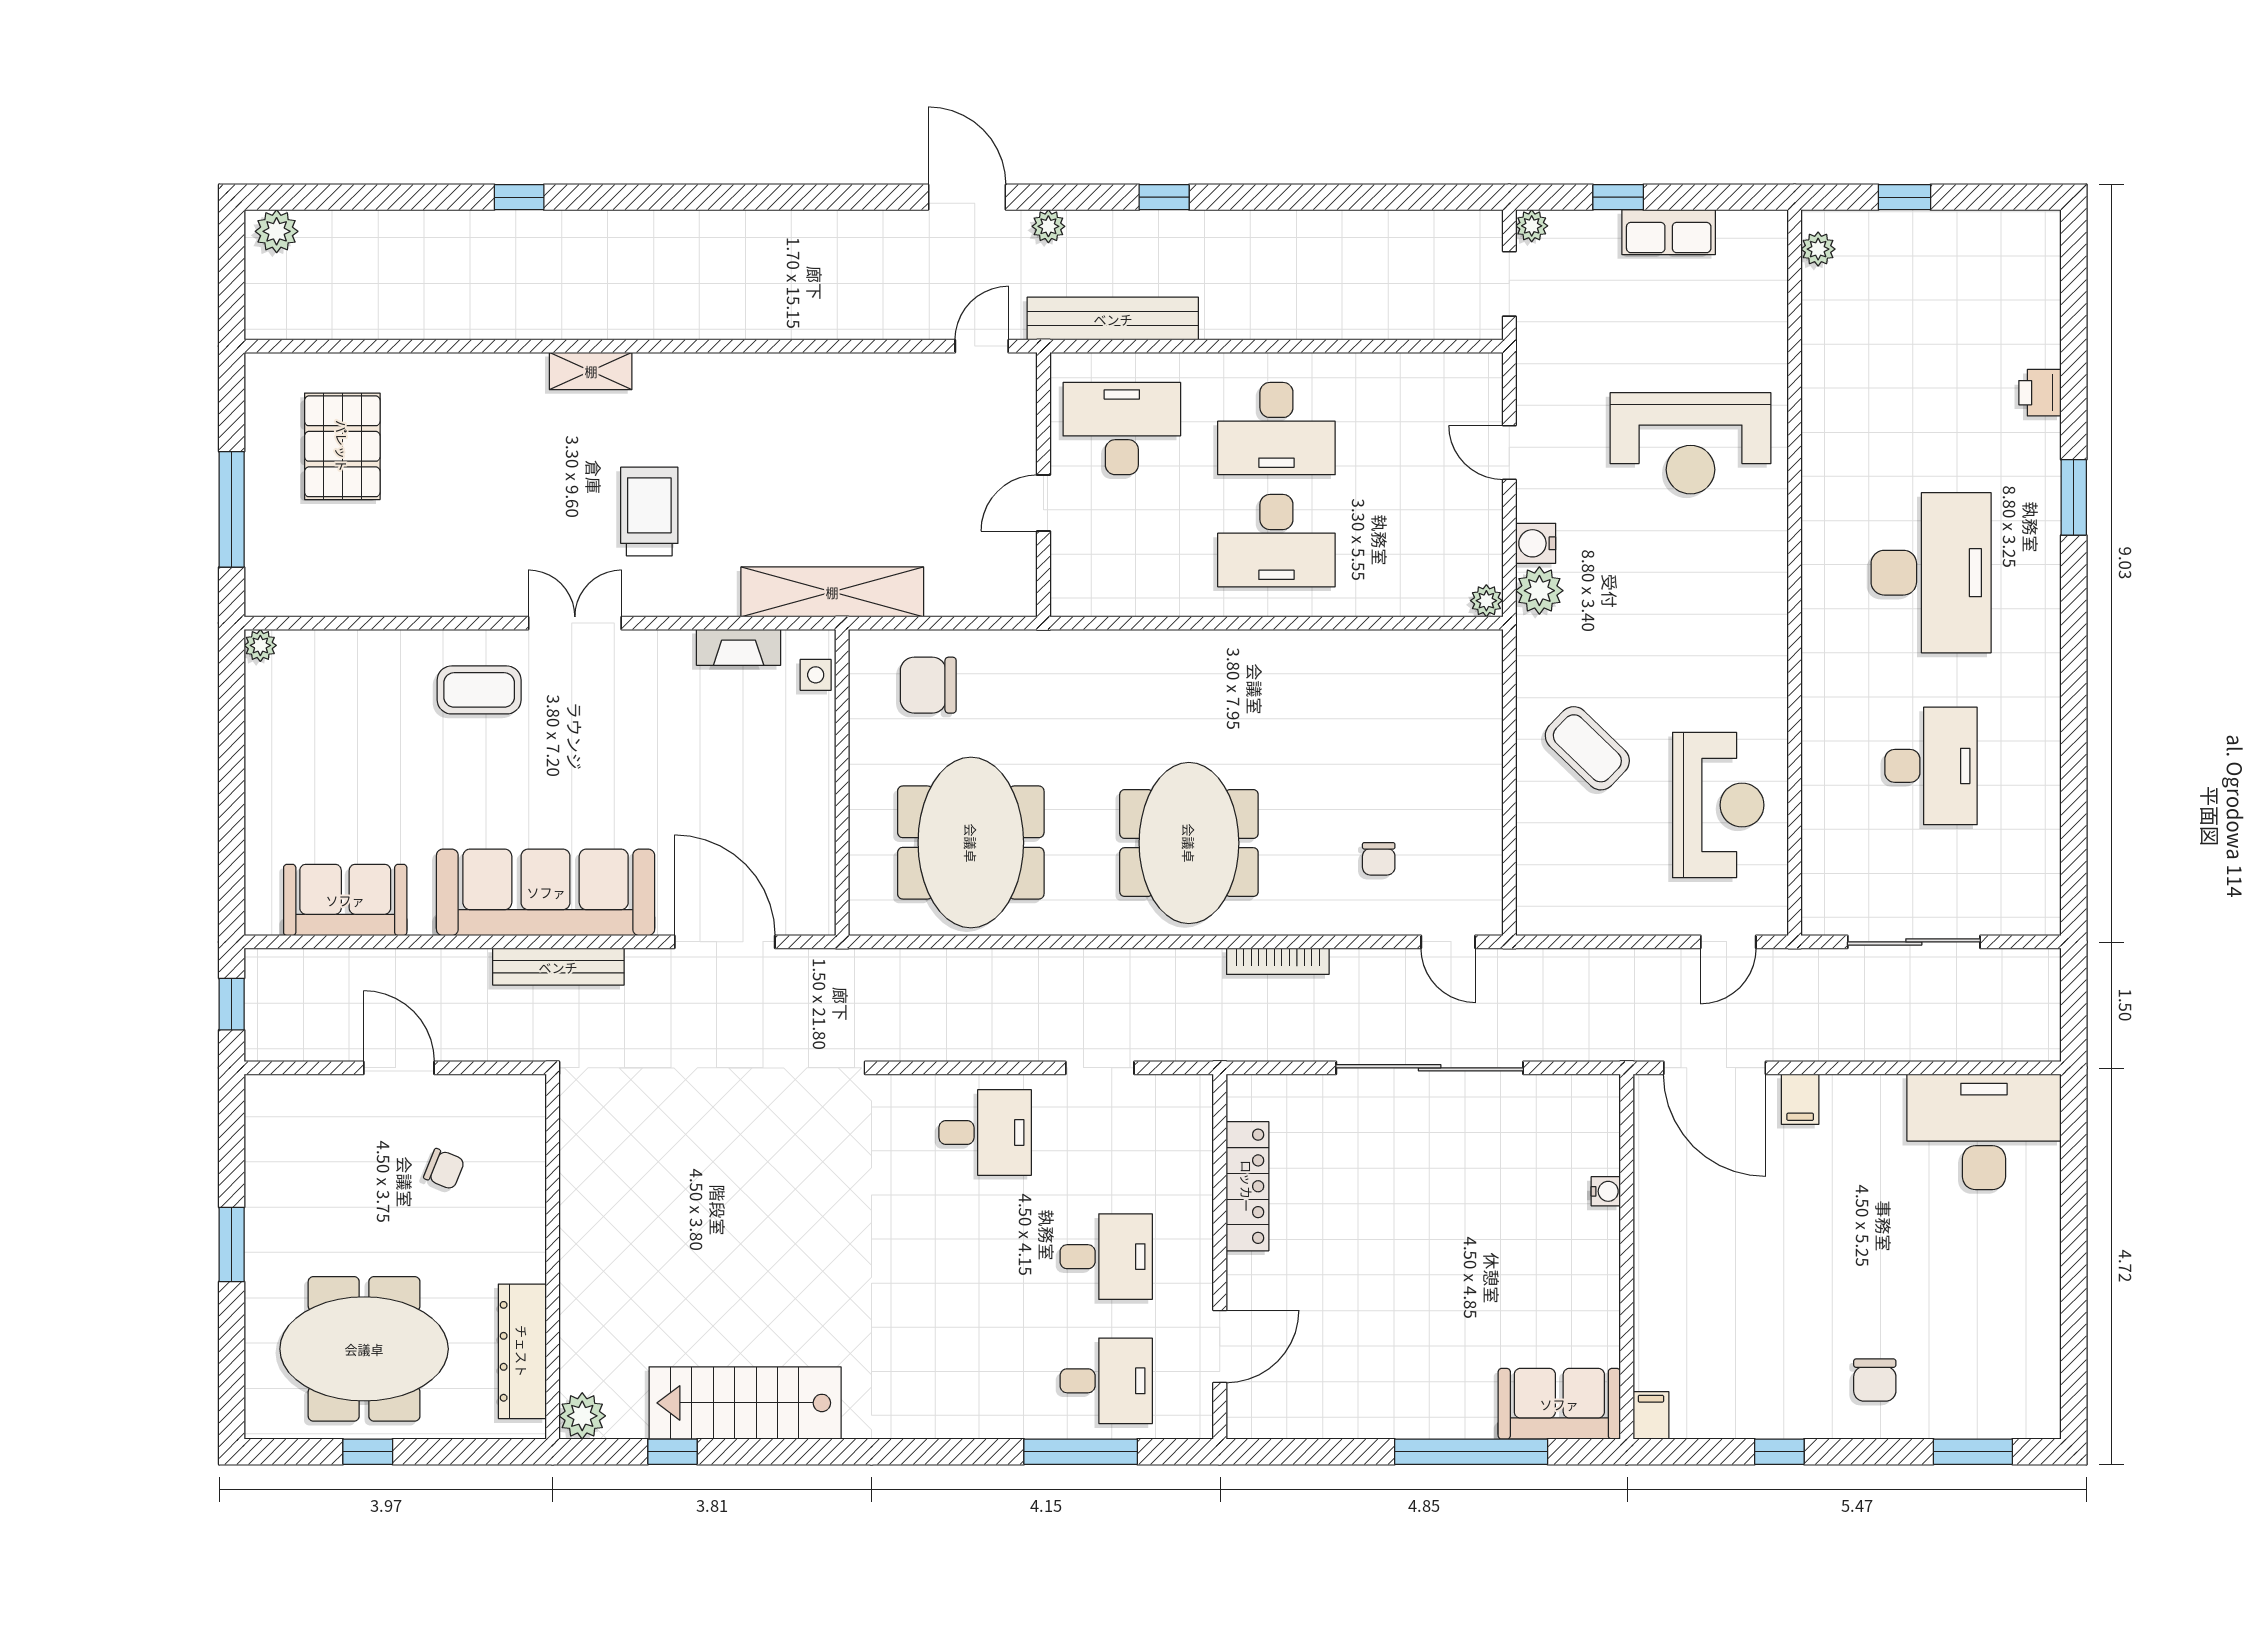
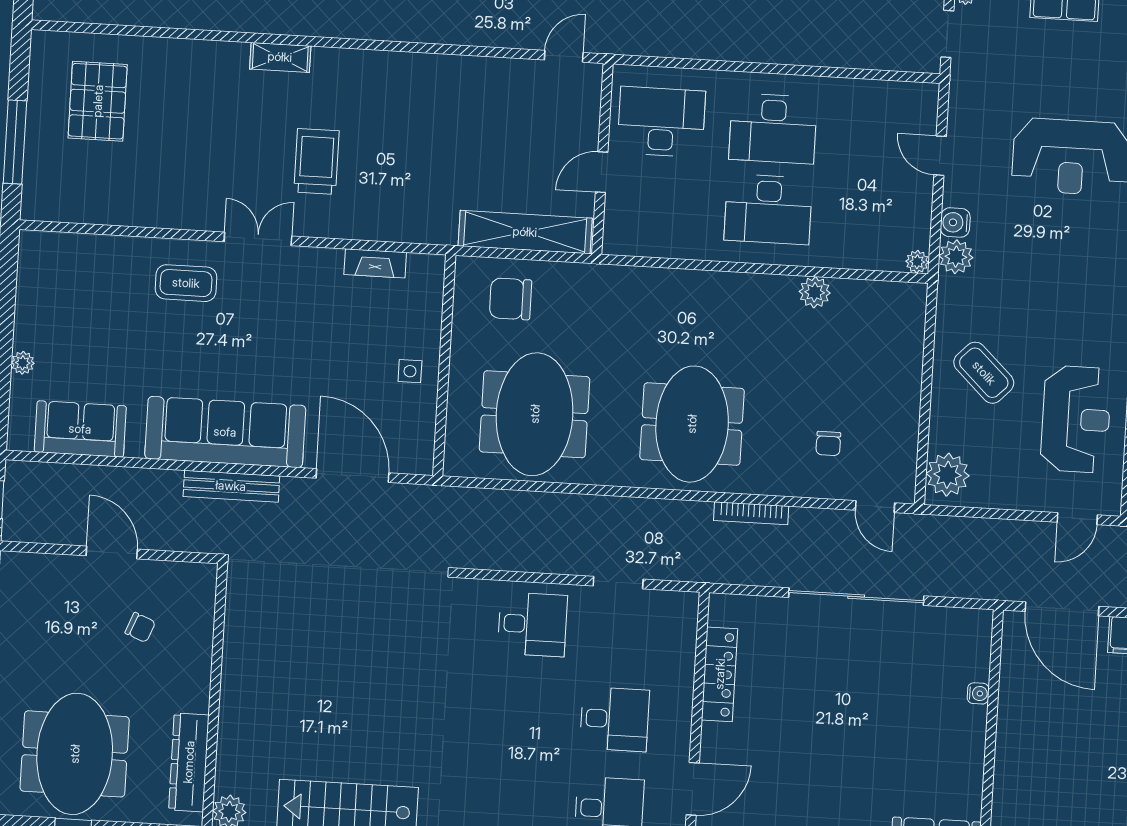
bench: (1113, 319) -> (659, 42), removed
shelving: (832, 592) -> (525, 232), moved
plant: (260, 645) -> (23, 363), moved
plant: (1347, 651) -> (815, 292), added
side table: (816, 675) -> (410, 371), moved
plant: (1546, 892) -> (948, 475), added
meeting table: (364, 1349) -> (75, 754), turned 90

